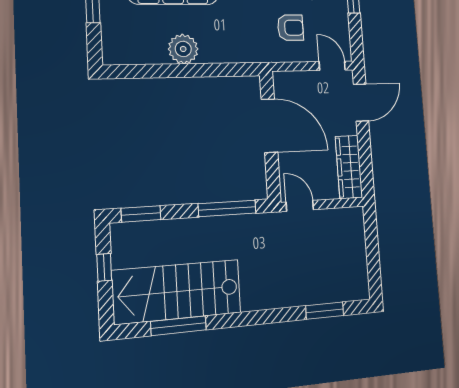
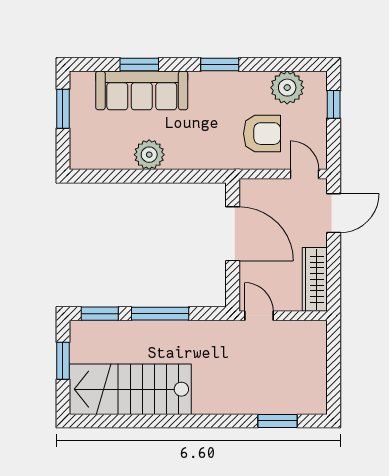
armchair: (290, 28) -> (262, 134), width x1.38, depth x1.38
window: (227, 208) -> (160, 314), moved
window: (104, 267) -> (63, 361), width x1.50
window: (178, 326) -> (130, 421), removed

